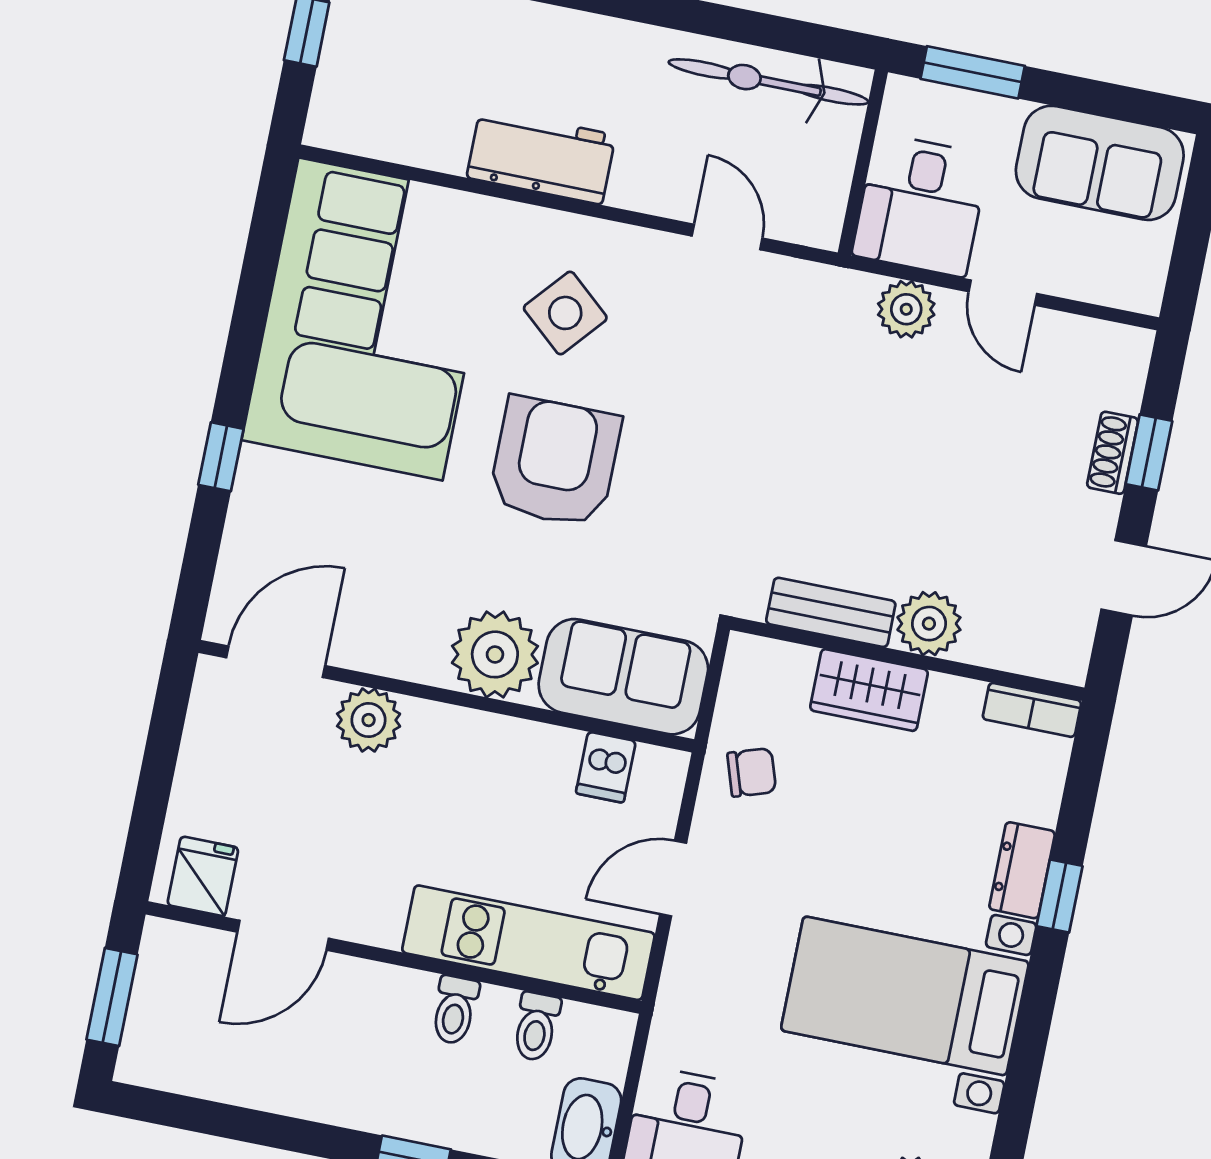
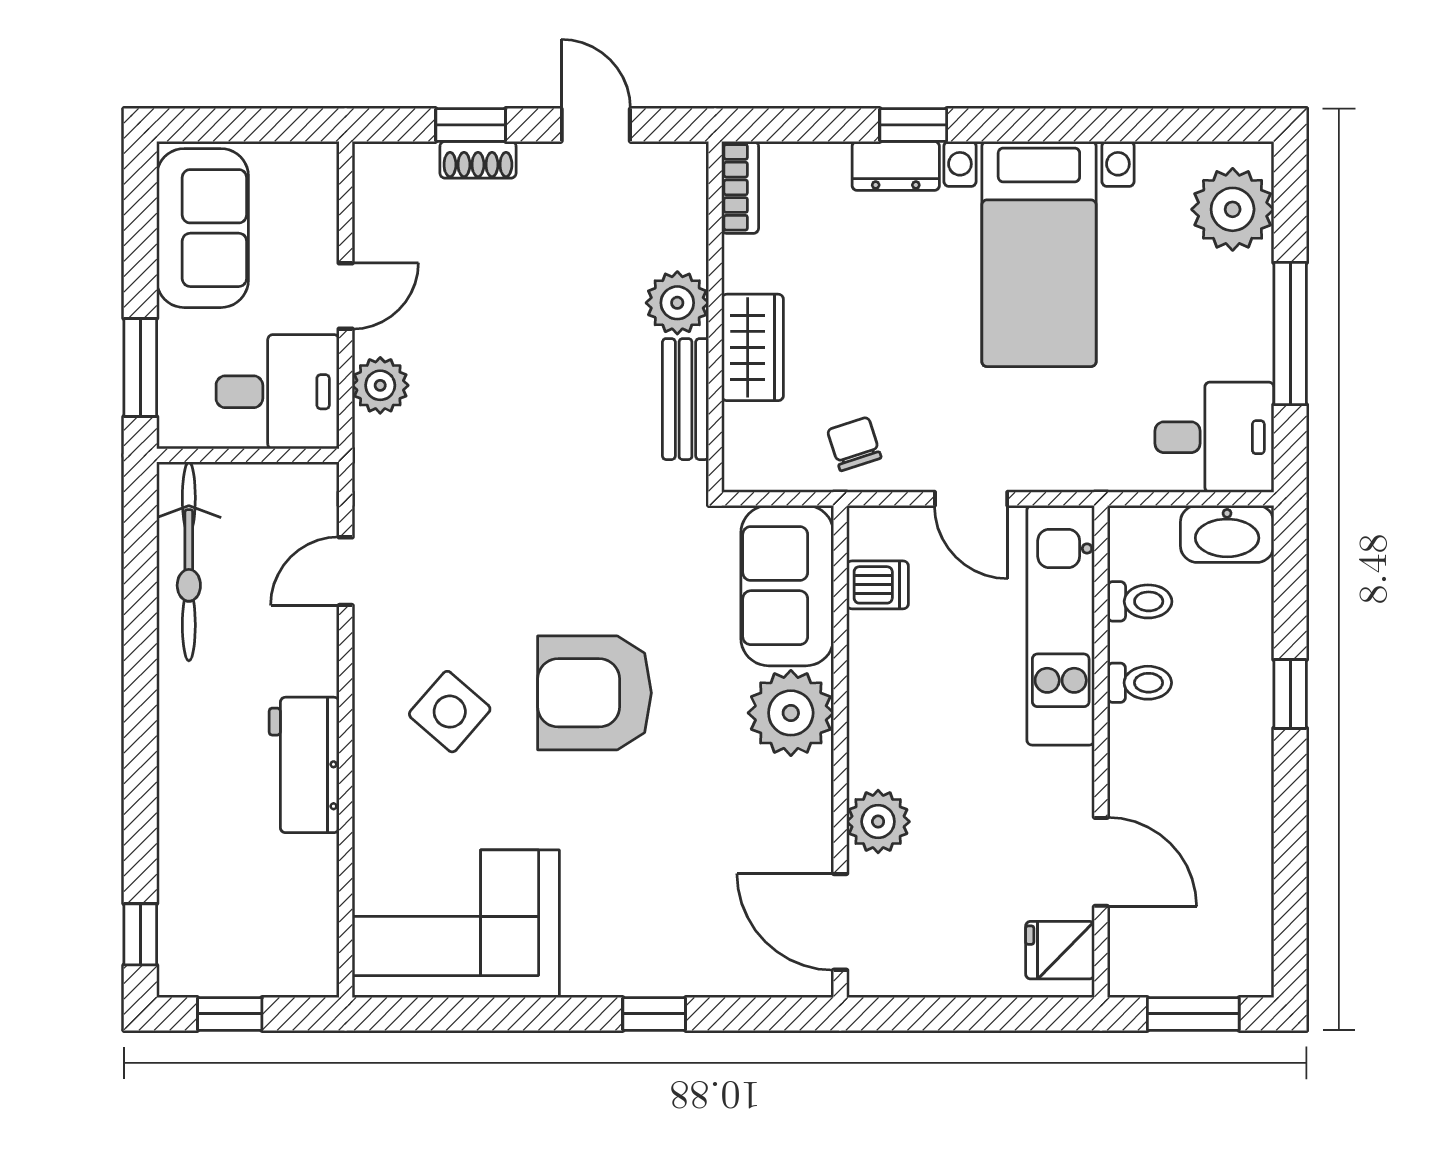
corner sofa: (370, 319) -> (456, 924), width x0.73, depth x0.74

